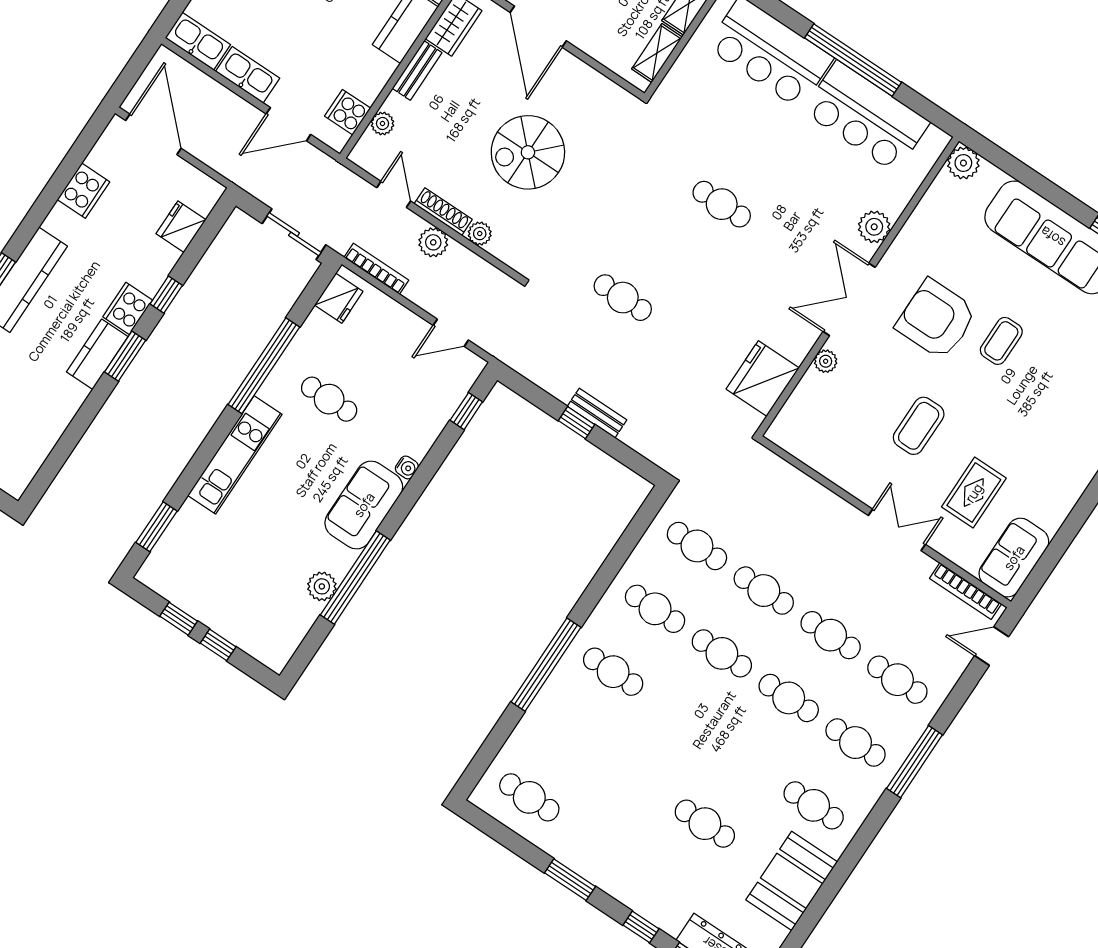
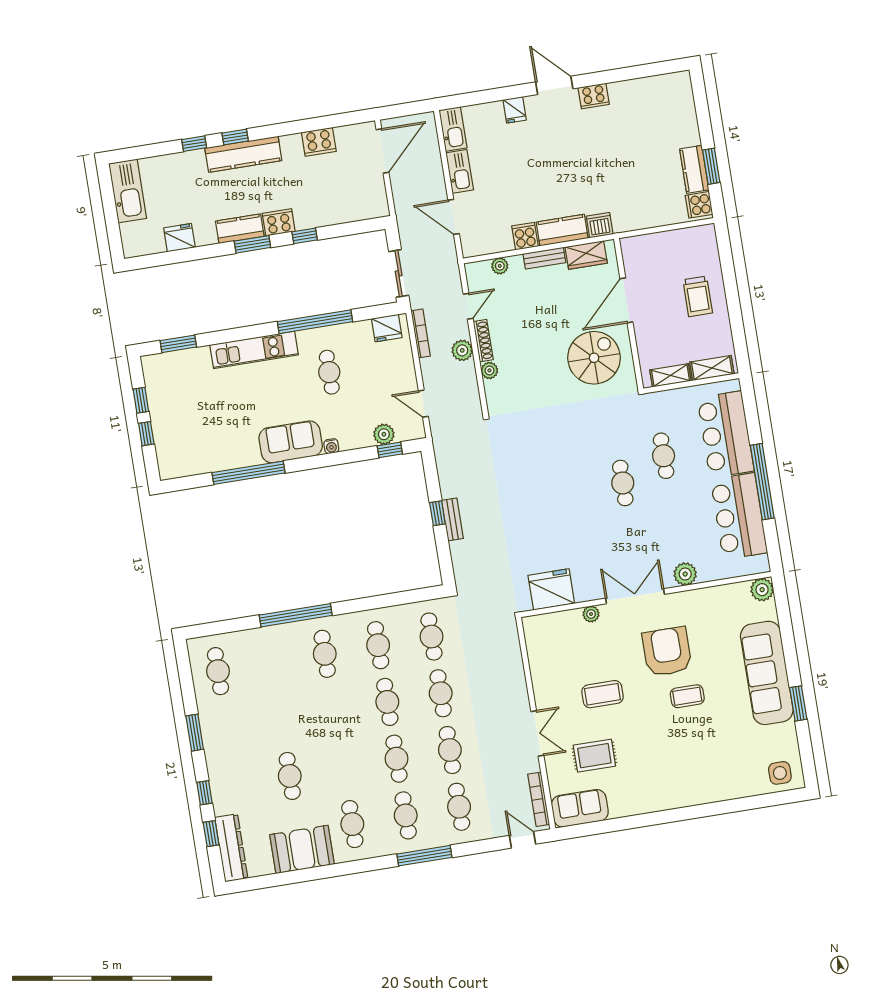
cooker: (348, 112) -> (525, 236), moved
spiral stairs: (528, 152) -> (594, 358), moved, turned 90
fridge: (181, 227) -> (179, 238), moved
cafe table: (623, 298) -> (664, 456), moved
plant: (322, 586) -> (384, 434), moved

